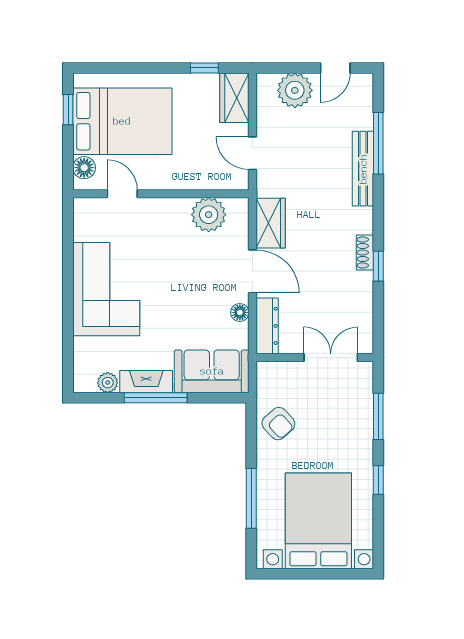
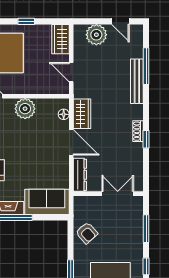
window: (204, 68) -> (26, 21), moved
door: (335, 68) -> (120, 21), hinge flipped
plant: (209, 215) -> (25, 109), moved
floor lamp: (240, 312) -> (64, 114), moved

